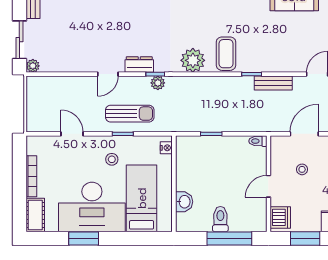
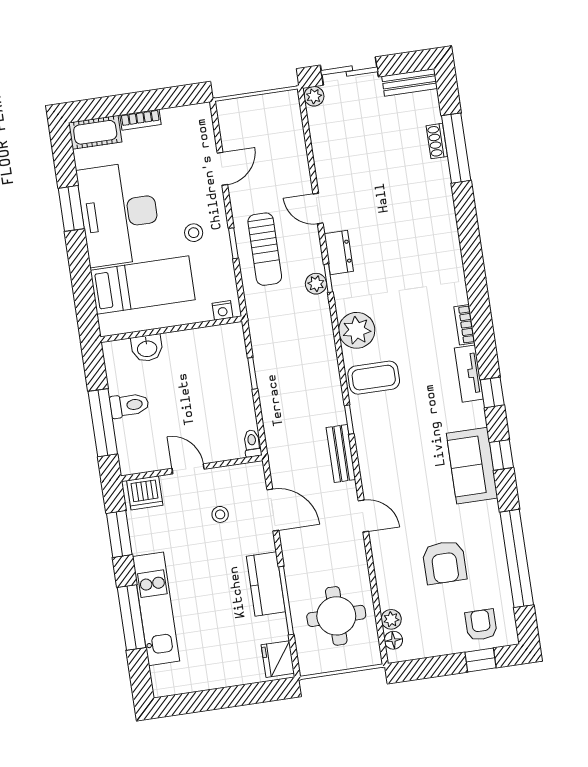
bookcase: (31, 176) -> (141, 120), width x0.64

